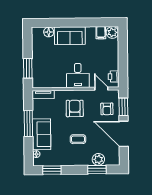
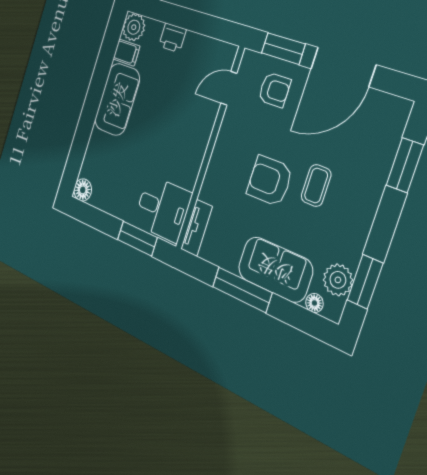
floor lamp: (49, 32) -> (83, 190), moved
sofa: (70, 36) -> (117, 99), moved
desk: (78, 75) -> (162, 209), moved
printer: (114, 76) -> (172, 38), moved
armchair: (75, 108) -> (270, 181), moved
plant: (98, 159) -> (338, 280), moved

